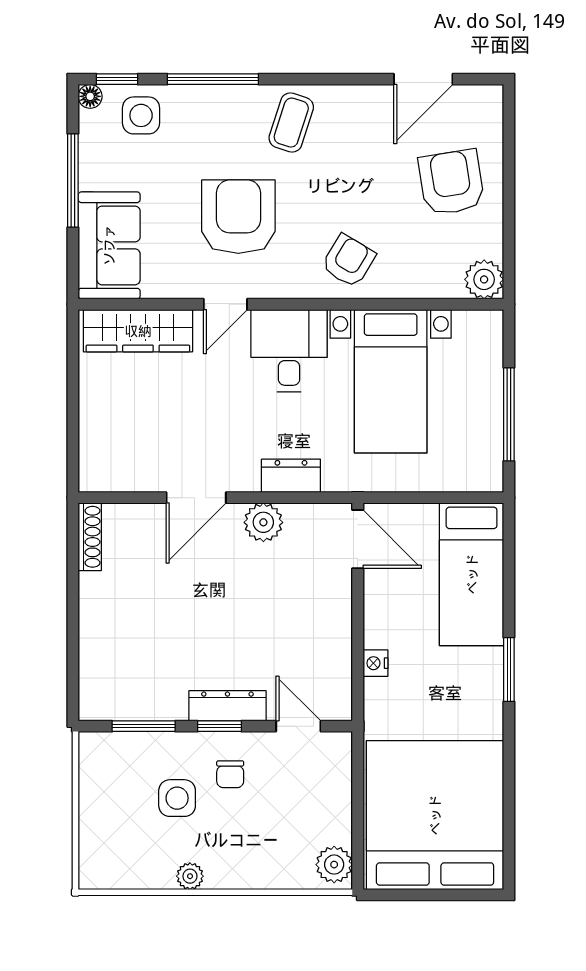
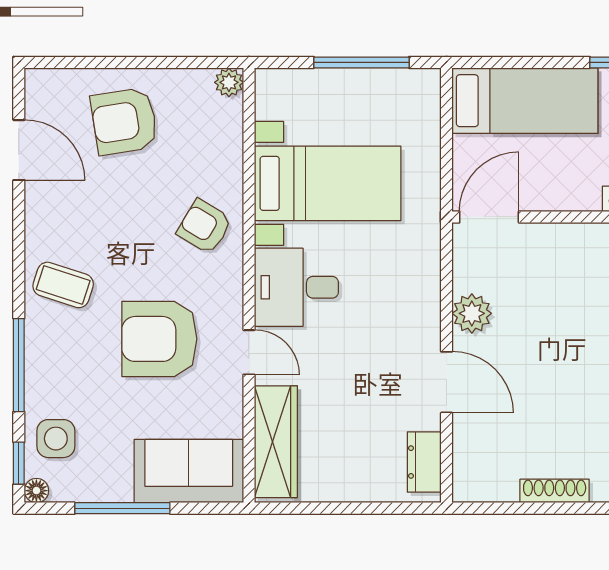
plant: (484, 279) -> (229, 82), width x0.73, depth x0.73
dresser: (291, 476) -> (424, 462), moved
shoe rack: (90, 537) -> (555, 491), moved

